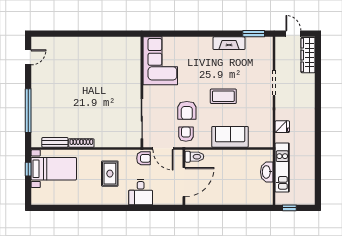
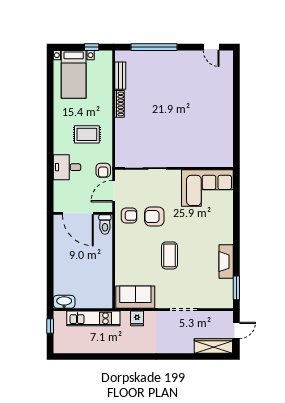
sofa: (230, 137) -> (135, 297), moved, turned -90
bed with nightstands: (54, 169) -> (74, 74), moved
washbasin: (267, 172) -> (64, 302), moved

